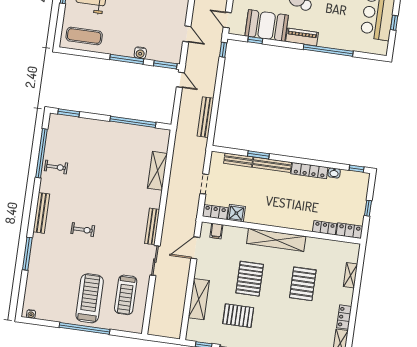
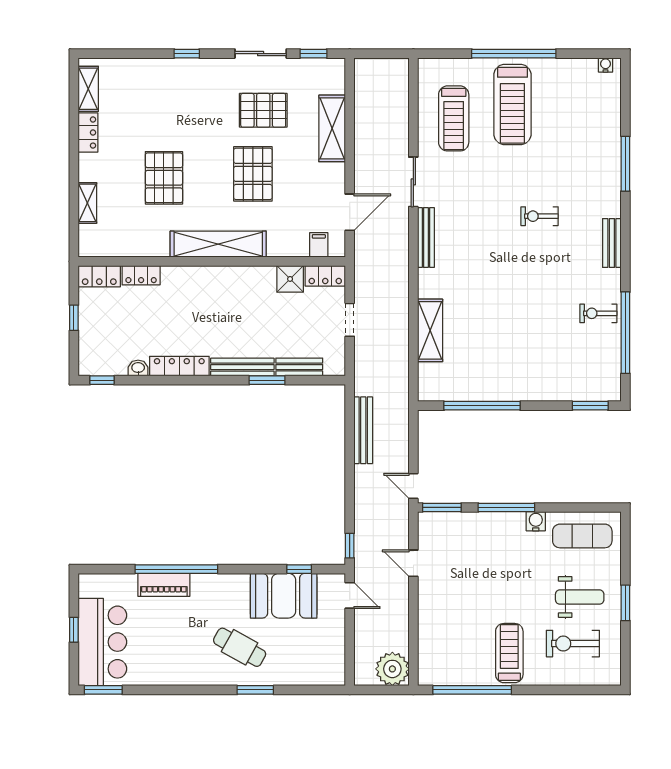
piano: (302, 37) -> (164, 585), moved
water cooler: (140, 53) -> (536, 521), moved
bench: (41, 213) -> (612, 243), width x0.73
treadmill: (126, 295) -> (454, 118), turned 180

